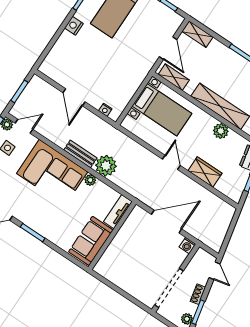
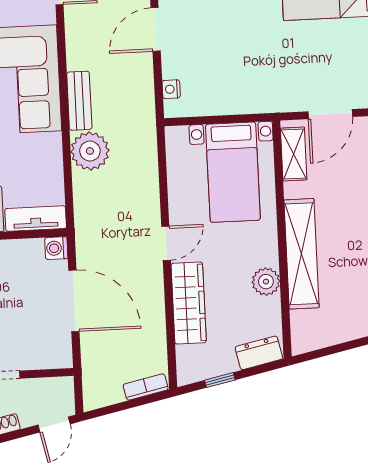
wardrobe: (205, 172) -> (189, 303), width x1.50
plant: (90, 180) -> (52, 144), removed
bookcase: (228, 218) -> (146, 387), added
washing machine: (187, 246) -> (56, 248), moved

